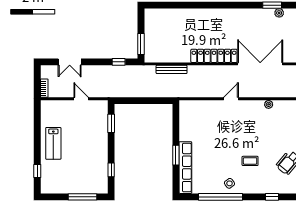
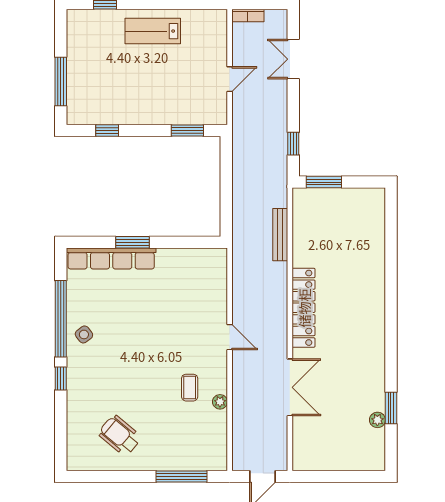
double door: (260, 64) -> (290, 387), width x0.73
coffee table: (250, 161) -> (190, 388), moved
window: (272, 197) -> (61, 378), moved

